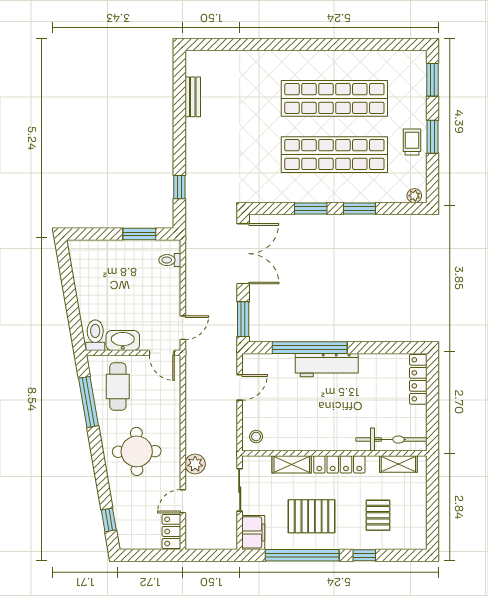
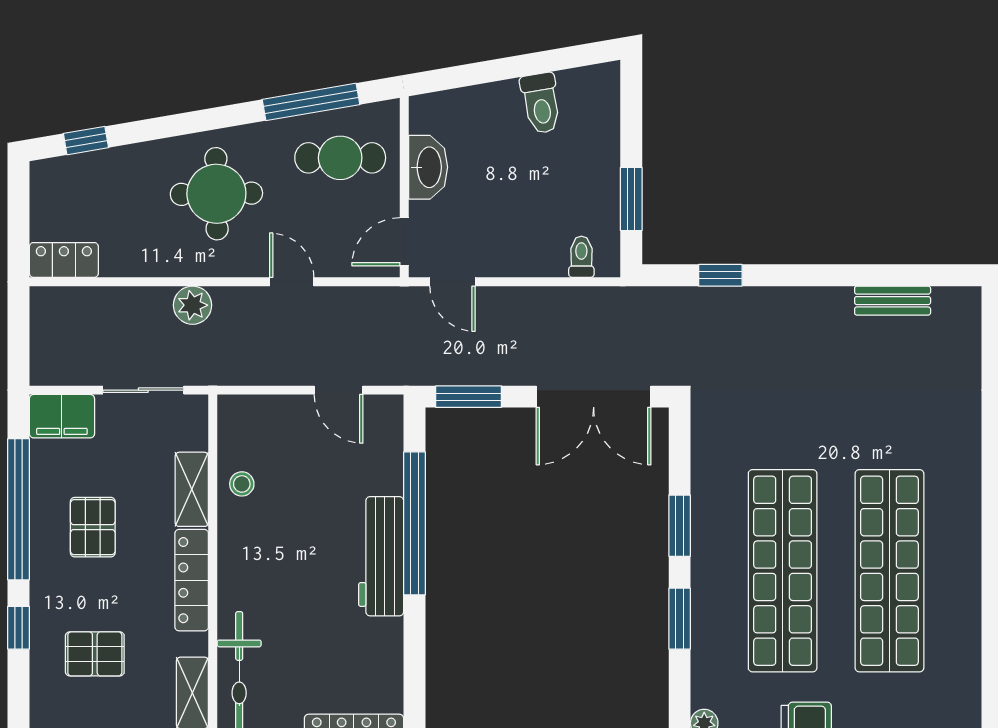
toilet: (95, 335) -> (541, 103), moved, turned 80
stool: (256, 437) -> (242, 484), moved
door: (183, 501) -> (292, 282), moved
pallet: (312, 516) -> (93, 527), width x0.67, depth x0.71

